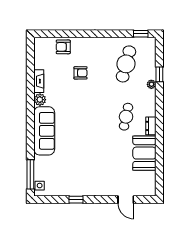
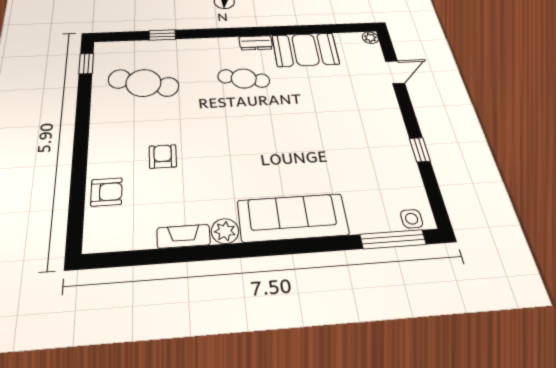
armchair: (63, 47) -> (107, 192), turned -90
plant: (151, 84) -> (370, 38), moved

